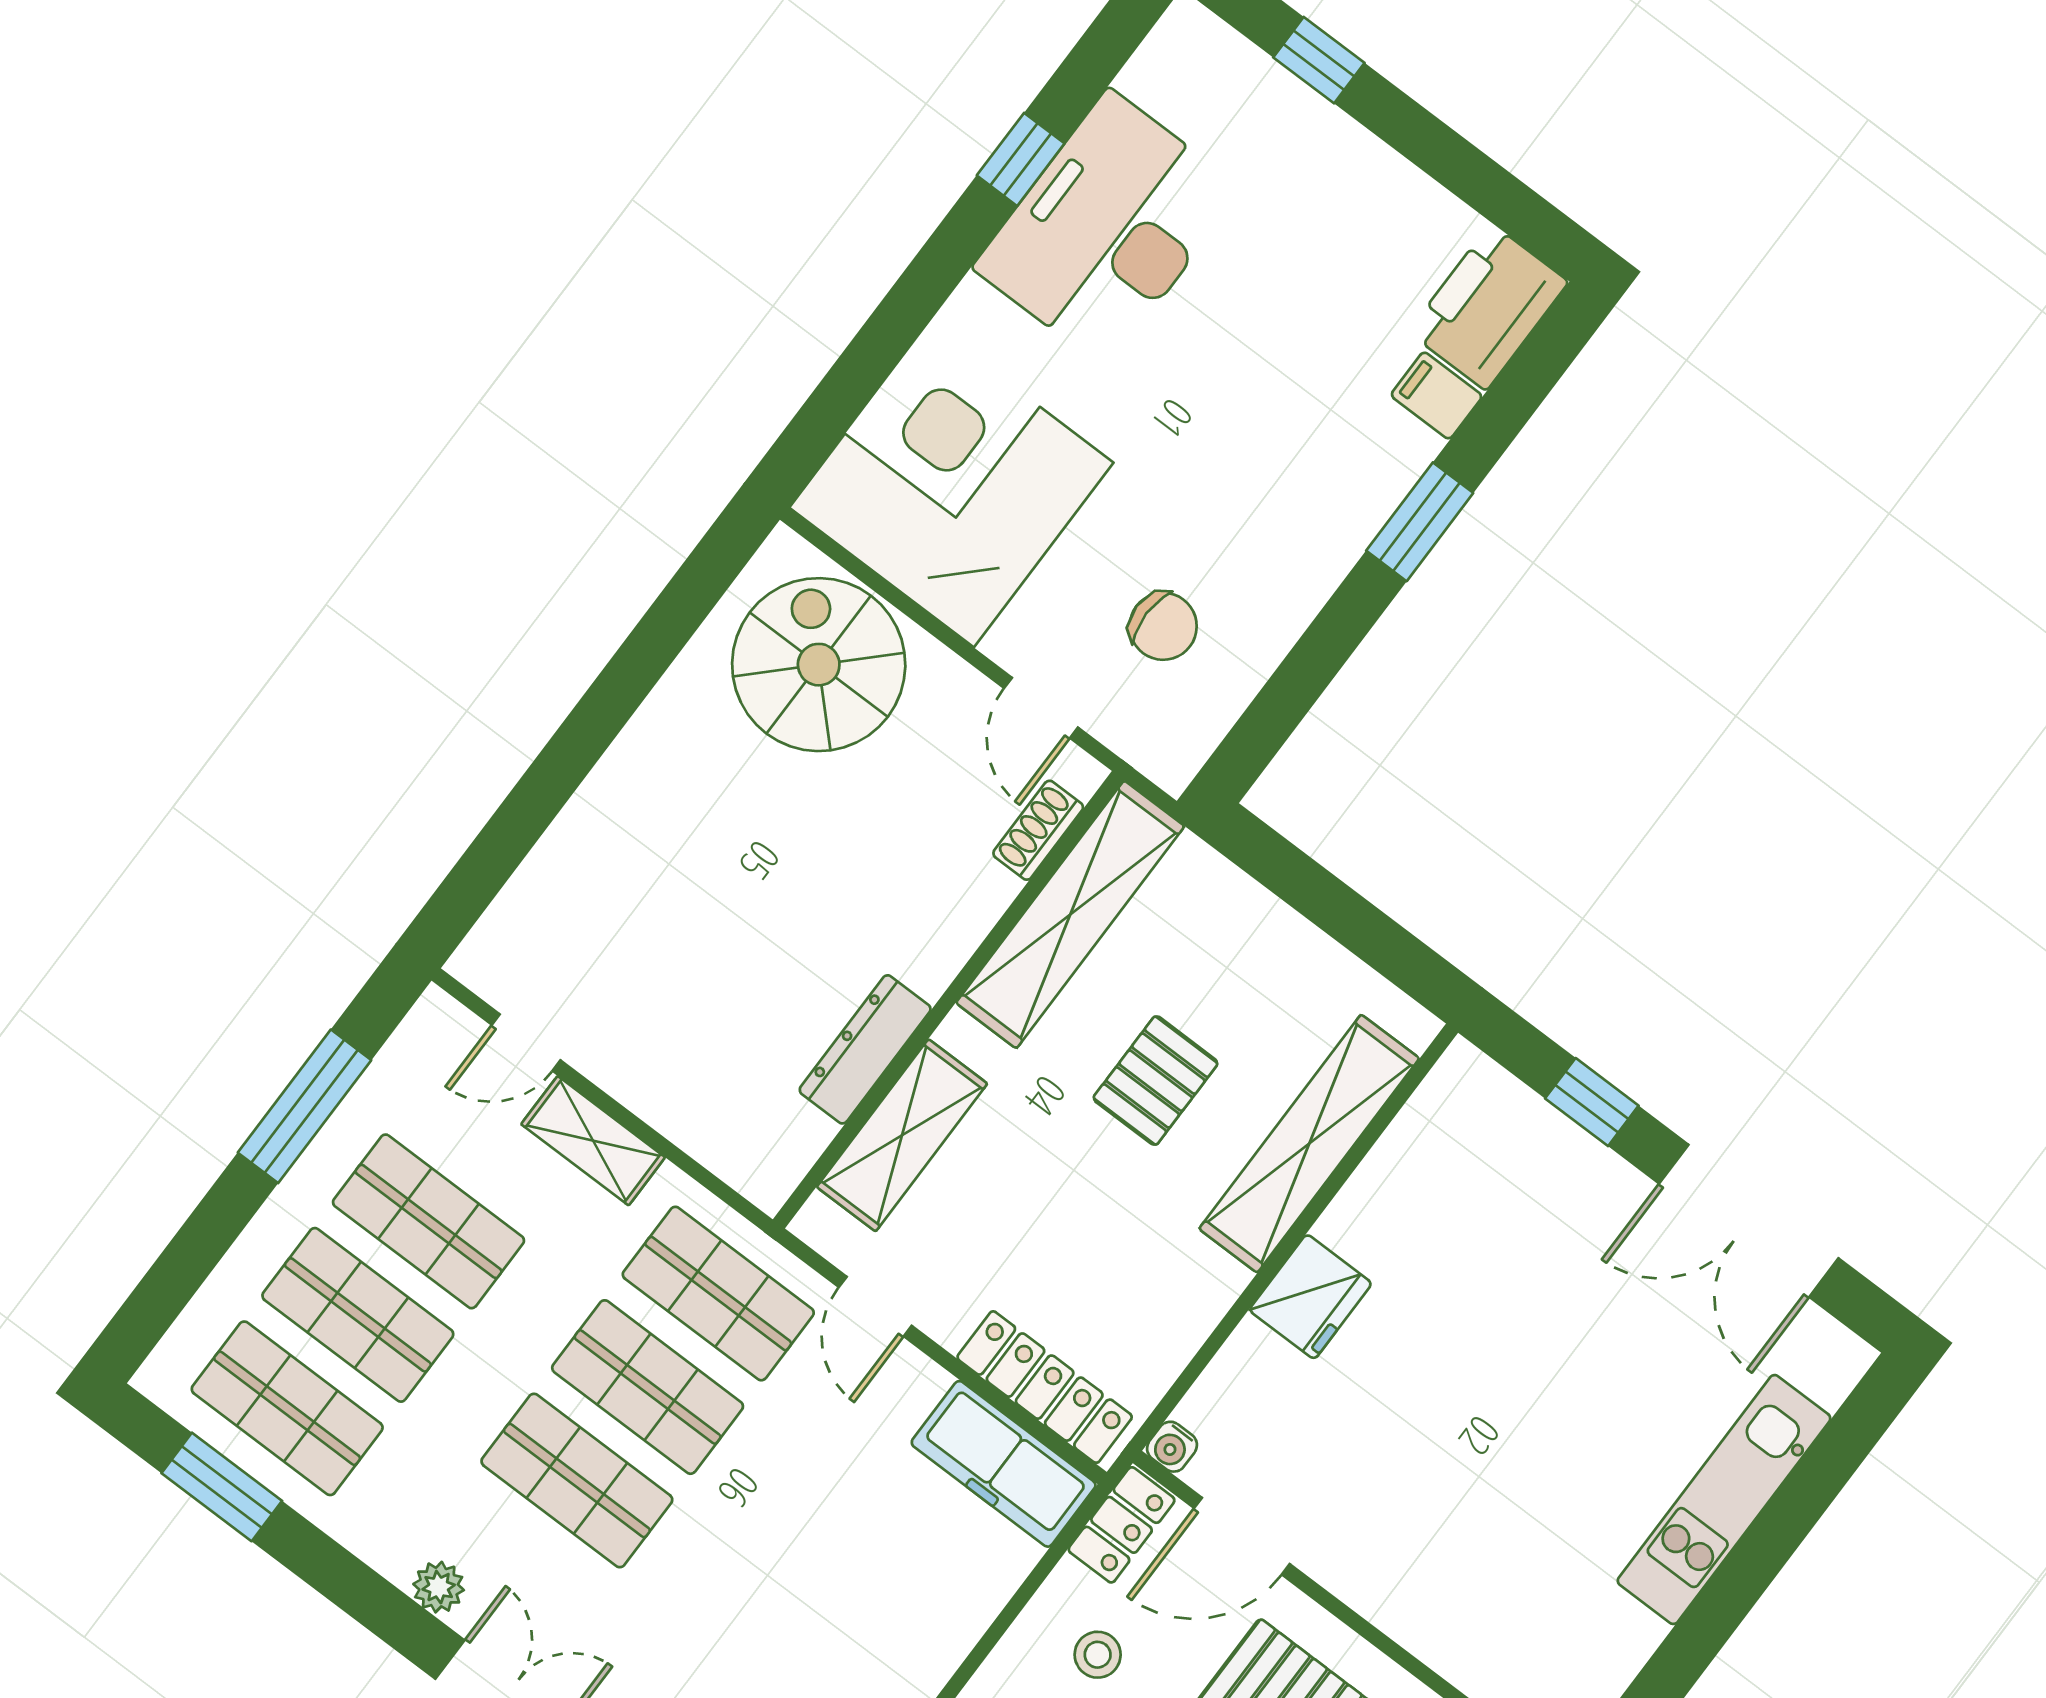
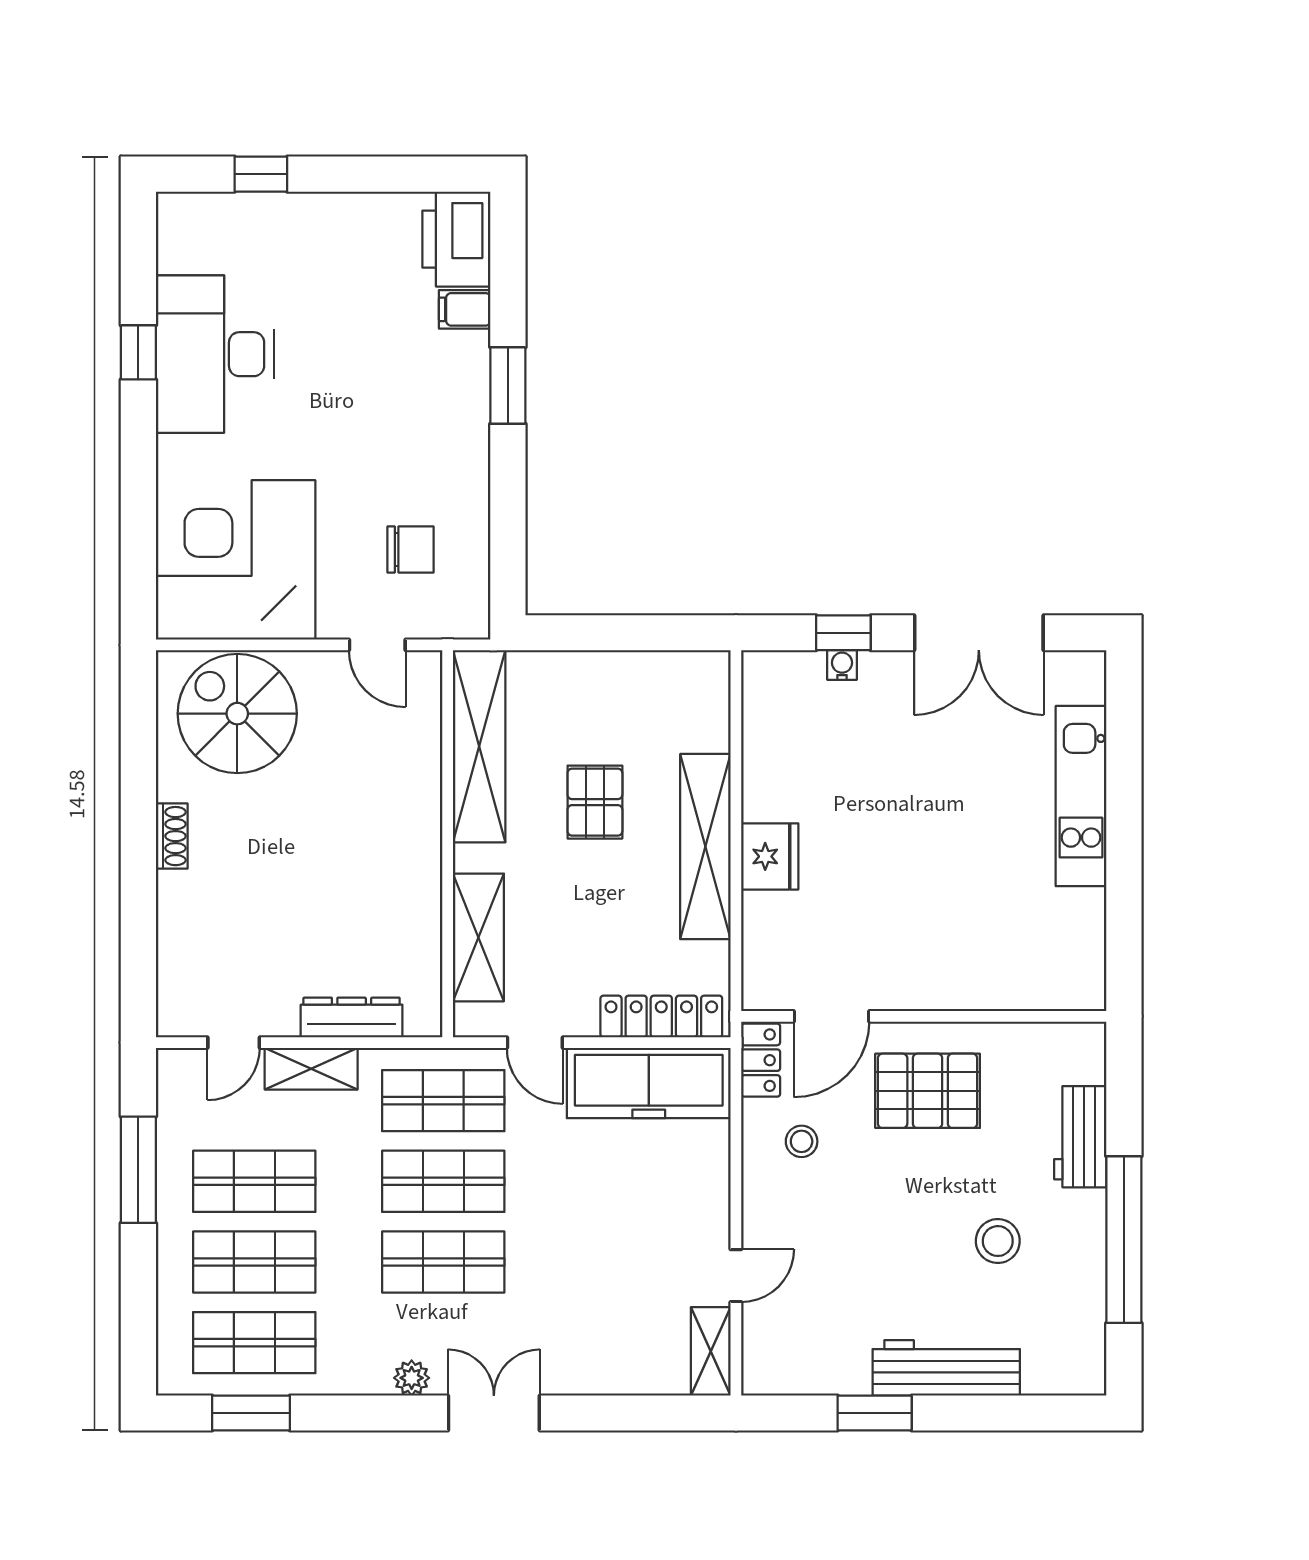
shoe rack: (1038, 830) -> (172, 836), moved, turned 180
dresser: (865, 1049) -> (352, 1017), moved, turned 90
shelving: (1309, 1144) -> (705, 847), moved
water cooler: (1172, 1447) -> (842, 665), moved, turned 180
freezer: (1004, 1464) -> (649, 1083), width x1.36, depth x1.26

